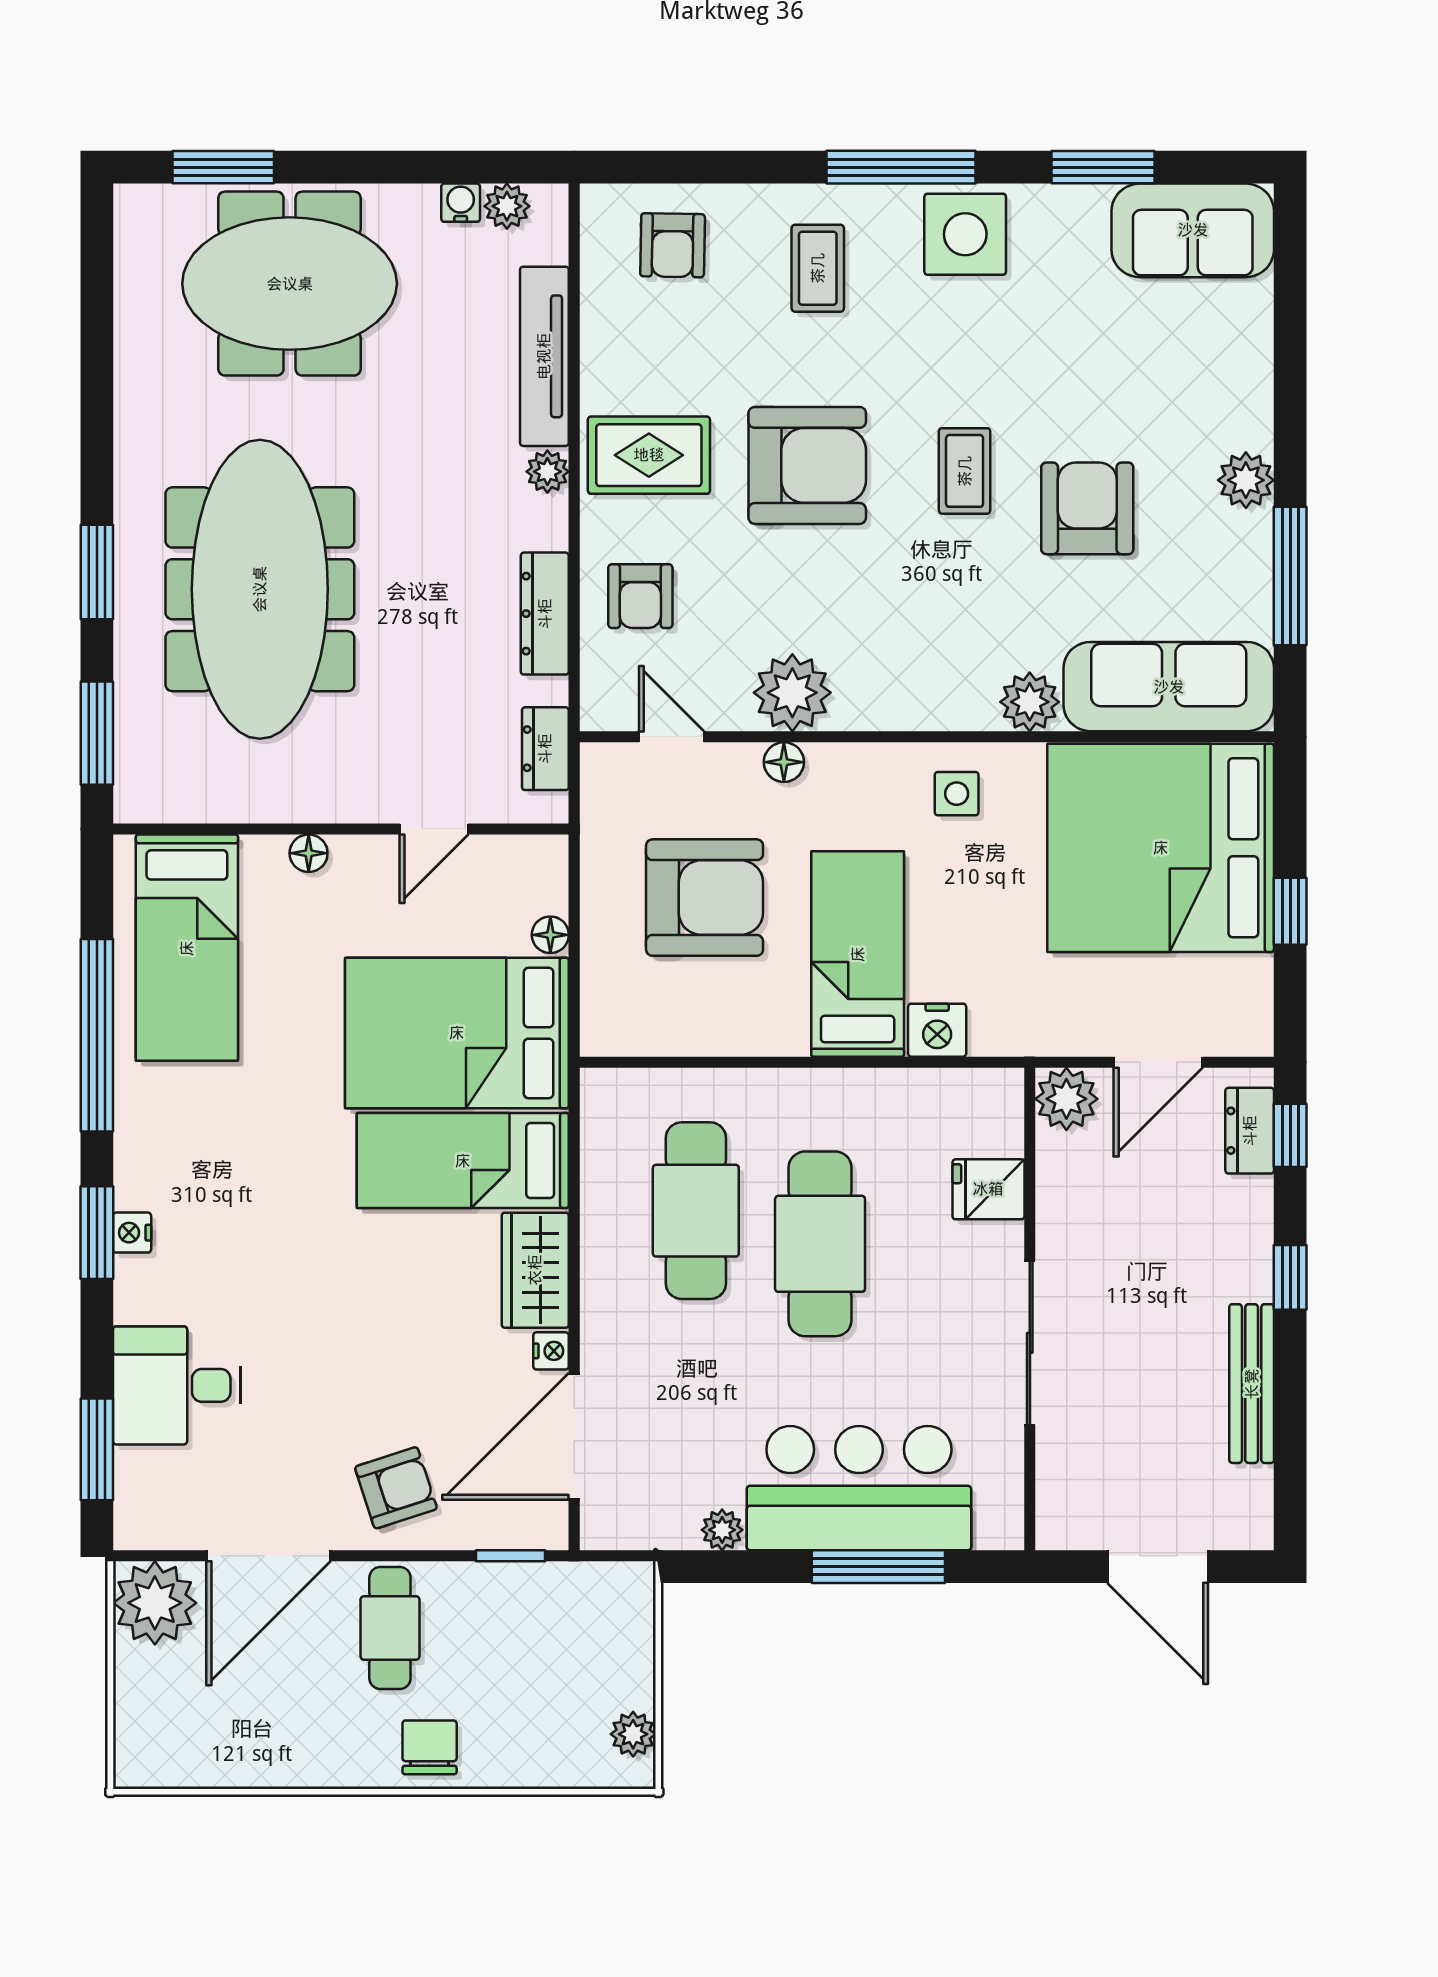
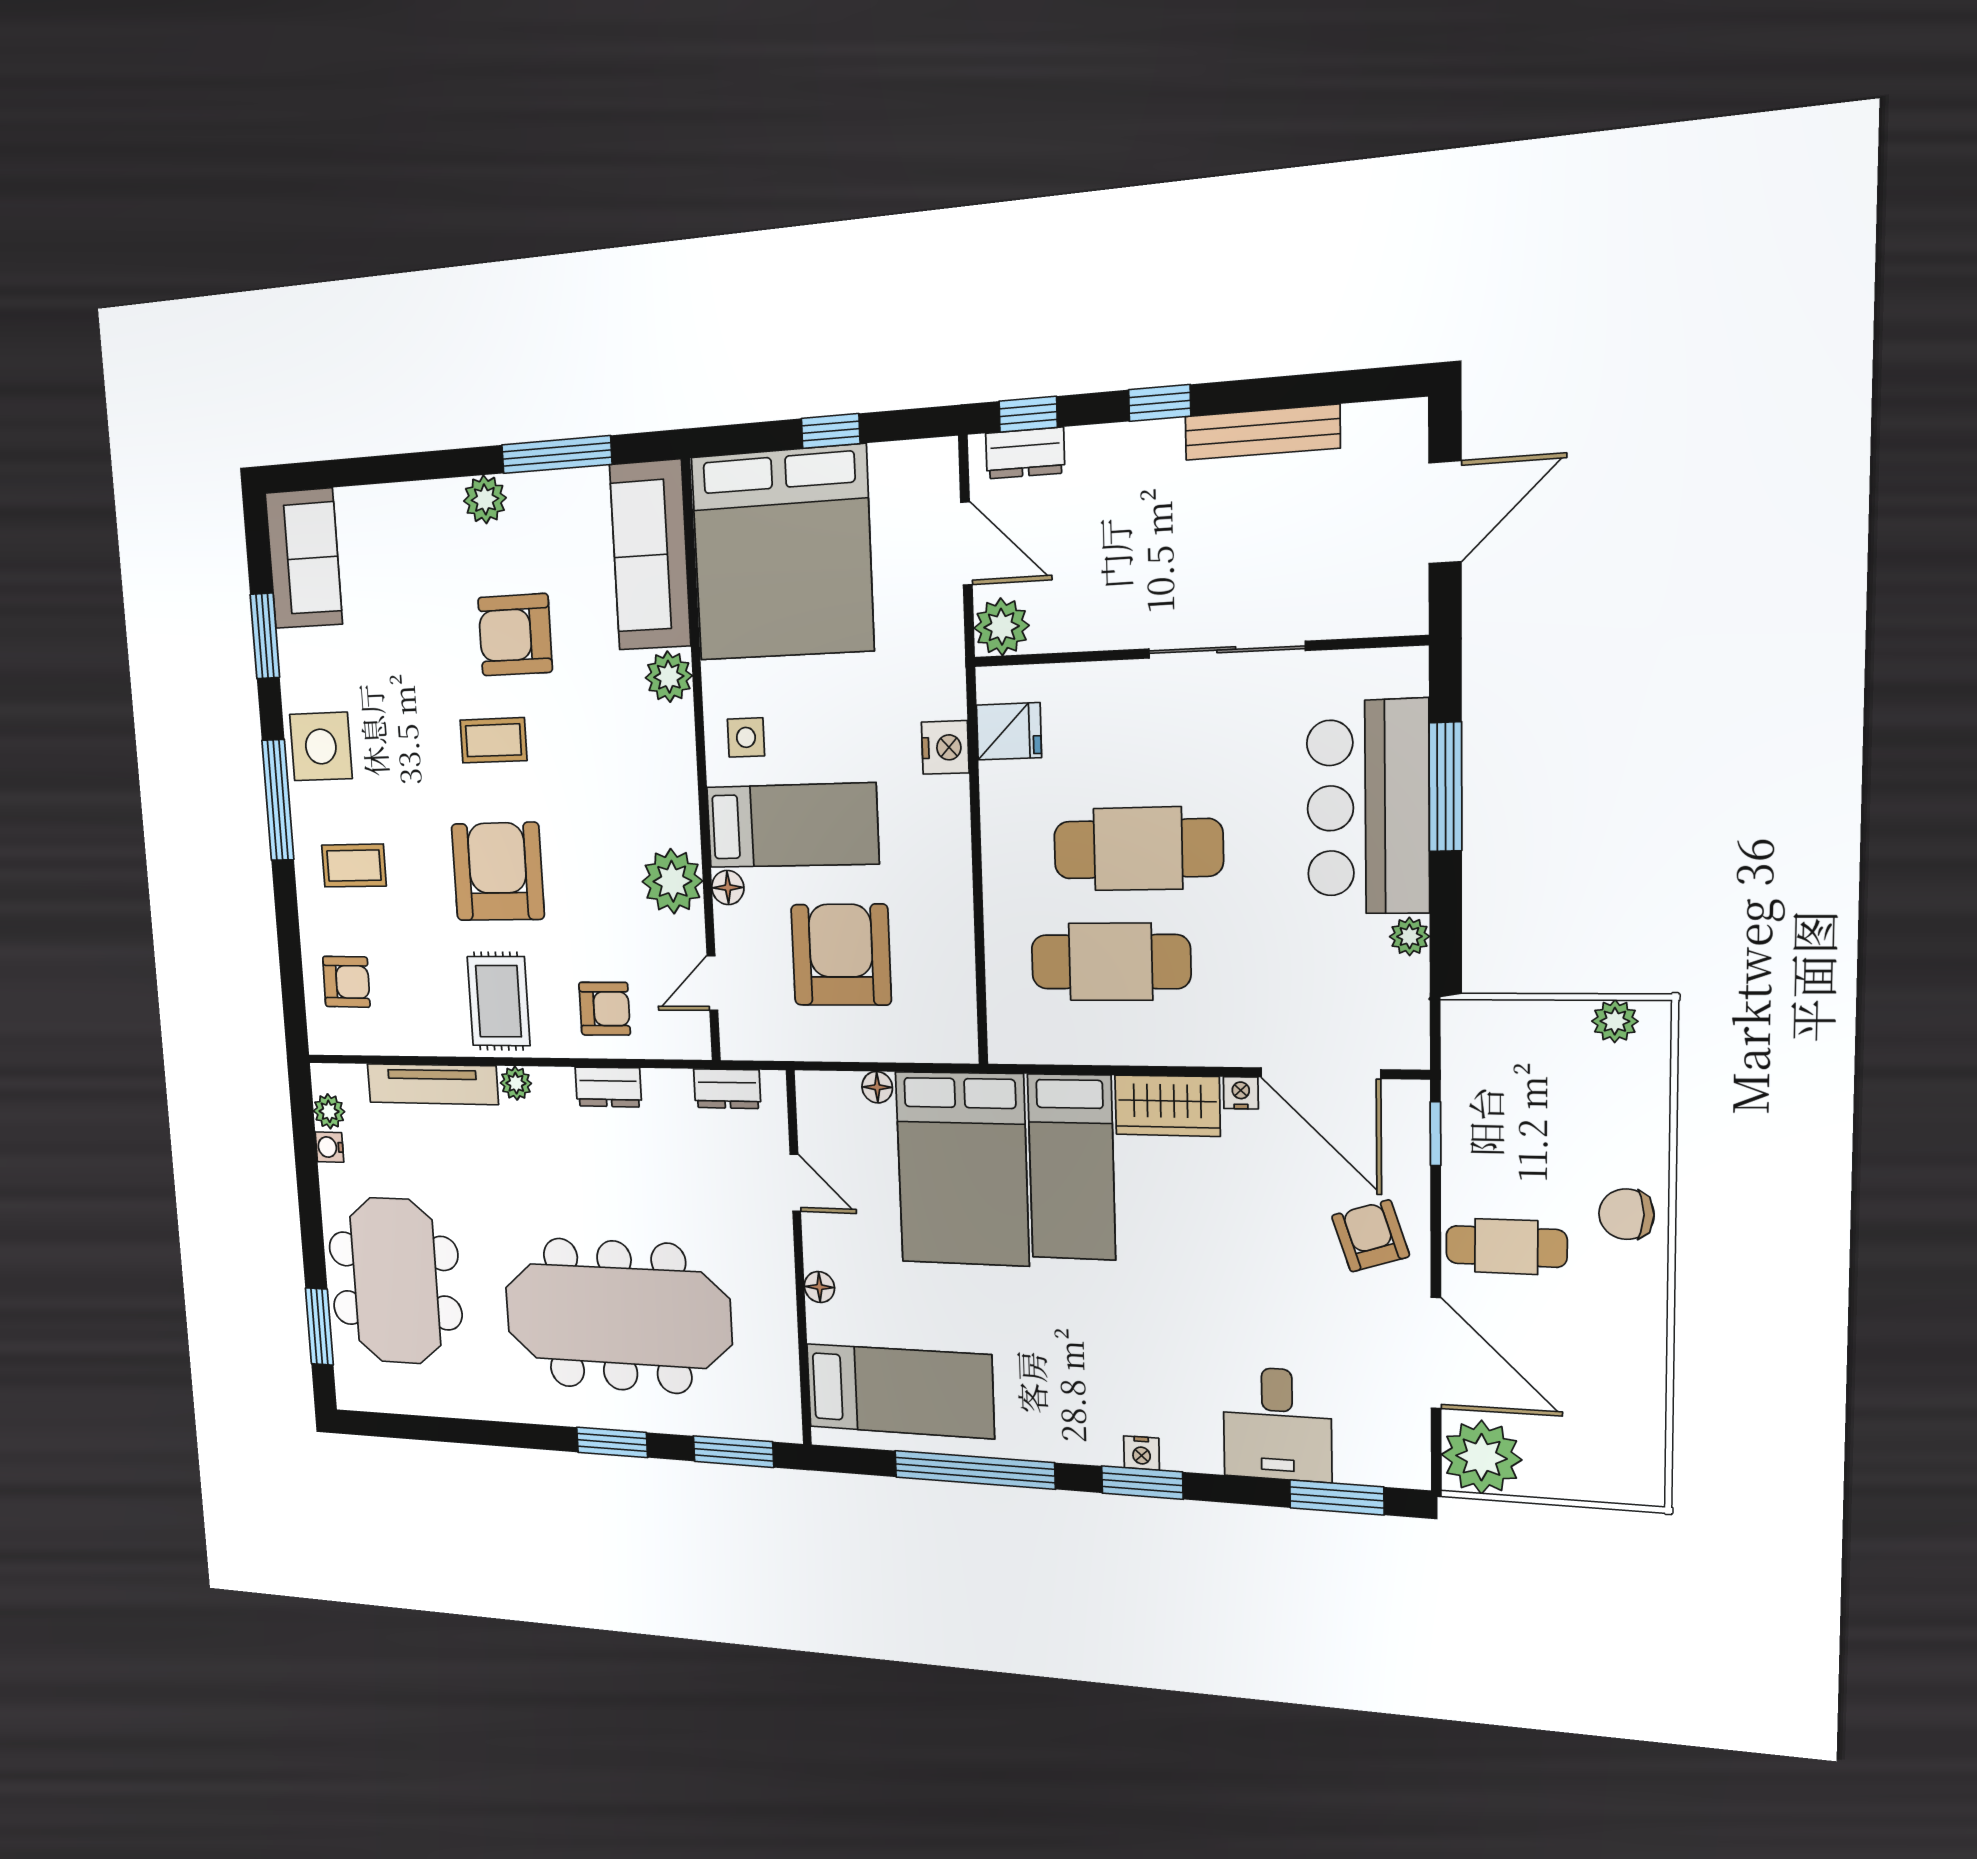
dresser: (545, 614) -> (608, 1087), width x0.70
bed: (858, 954) -> (792, 825), moved, turned 180
fridge: (988, 1189) -> (1009, 731), moved, turned -90

